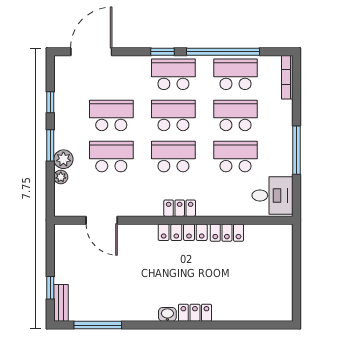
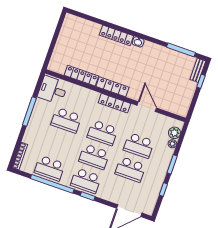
school desk: (236, 115) -> (58, 144), removed
plant: (63, 159) -> (174, 133), moved
locker: (180, 208) -> (114, 103), width x1.53
door: (102, 220) -> (147, 107), moved
locker: (227, 233) -> (81, 76), width x1.53
locker: (195, 313) -> (116, 35), width x1.53

